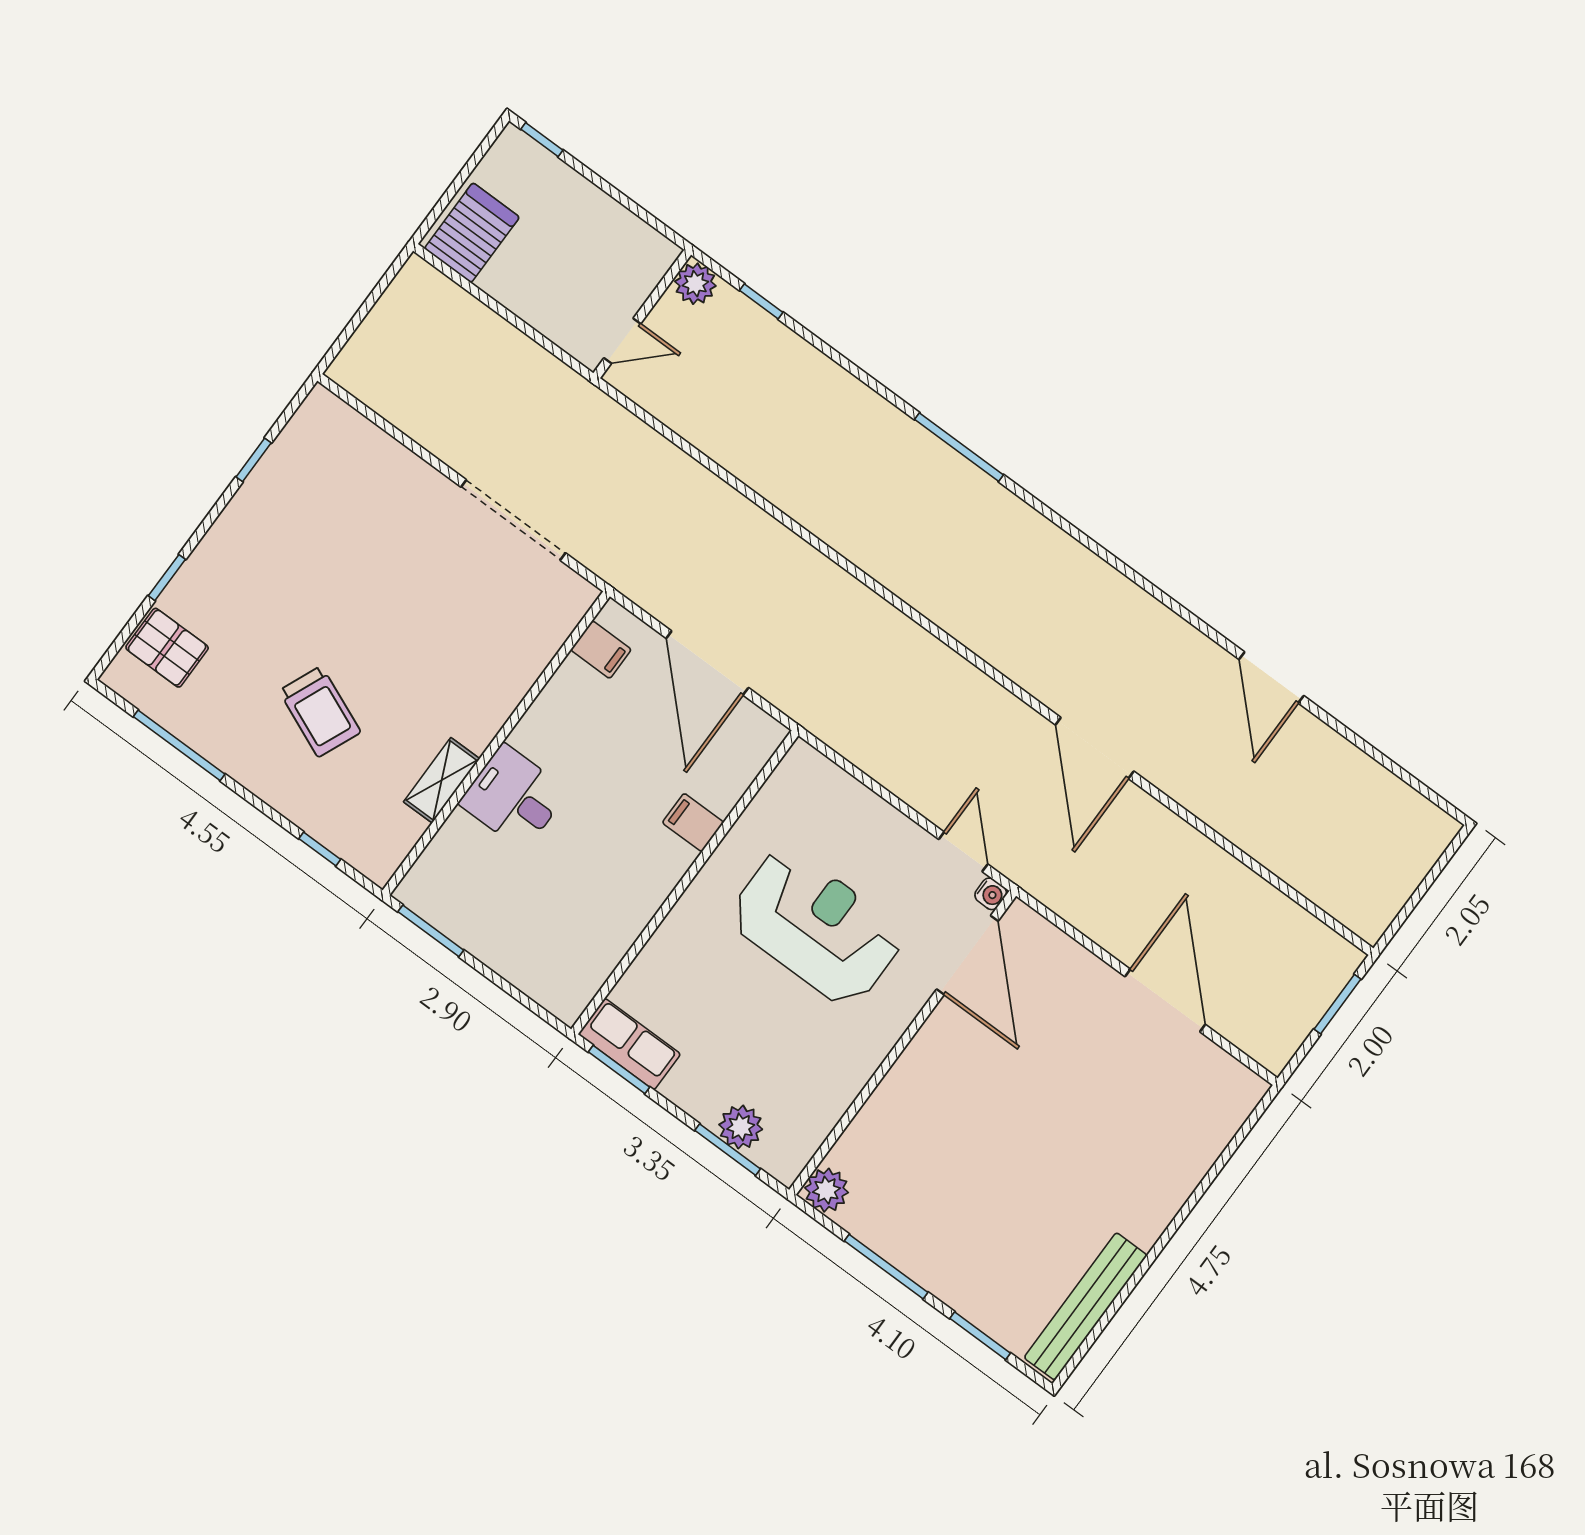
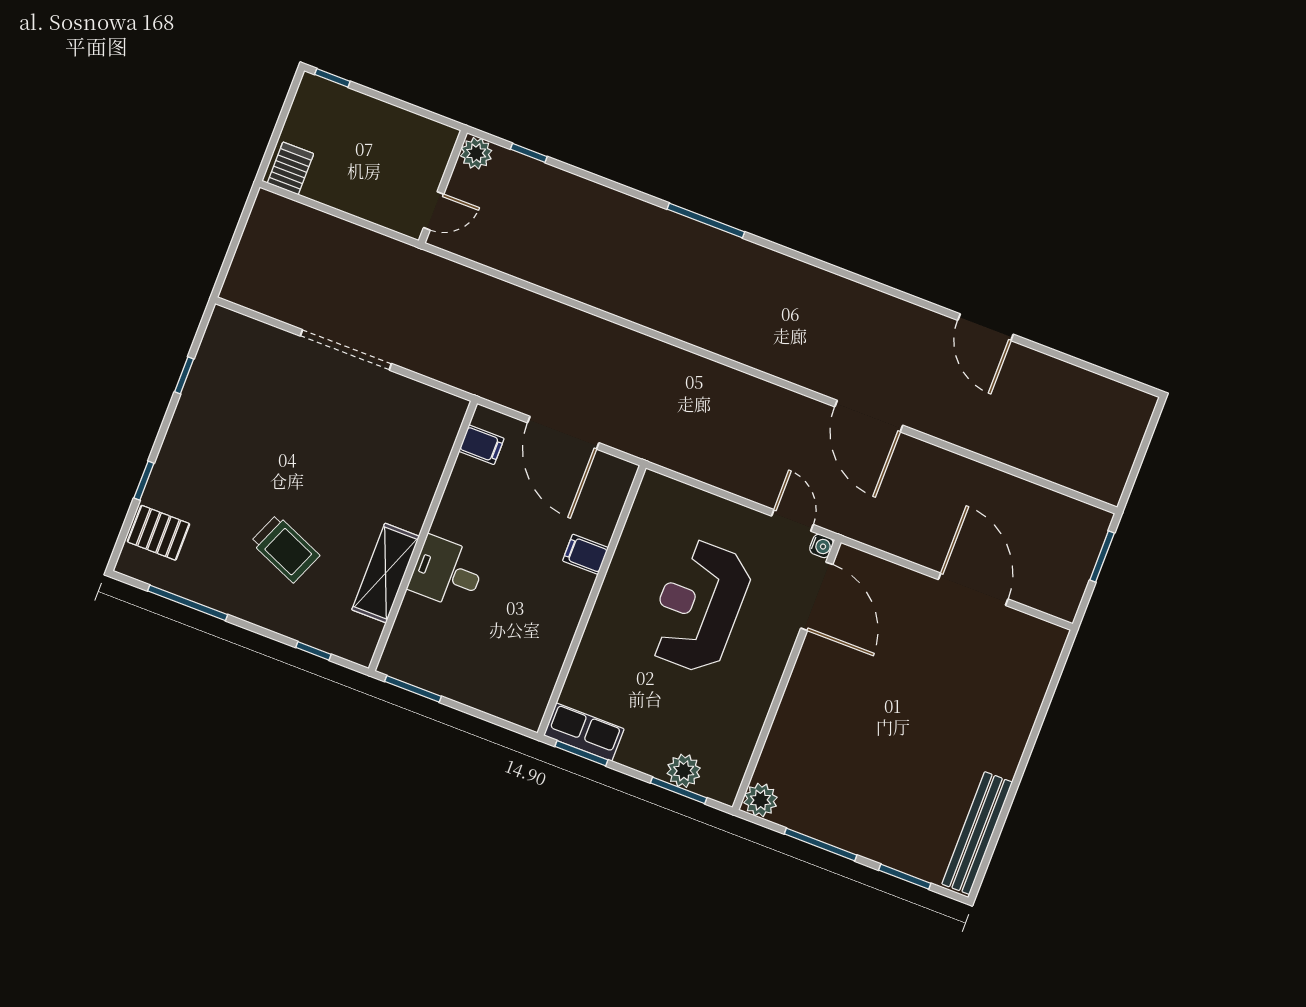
server rack: (472, 233) -> (290, 168), width x0.73, depth x0.70
doorway: (513, 520) -> (346, 350), moved
shelving: (442, 780) -> (386, 573), width x1.50, depth x1.33
reception desk: (816, 927) -> (699, 606), turned -90

